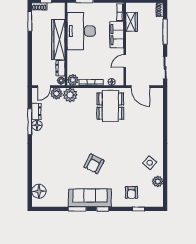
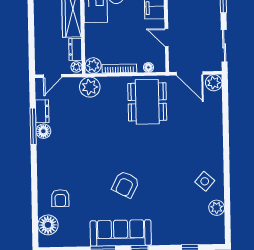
door: (125, 61) -> (167, 38), hinge flipped
plant: (56, 94) -> (214, 83), moved
armchair: (132, 192) -> (60, 198), moved

